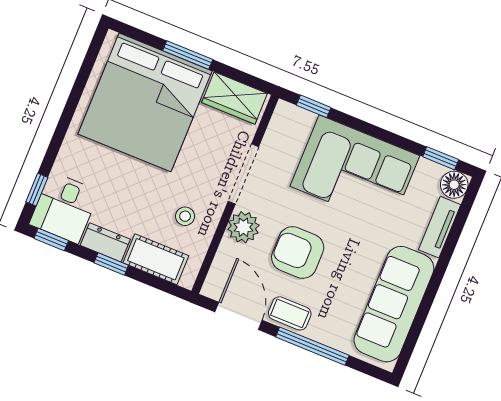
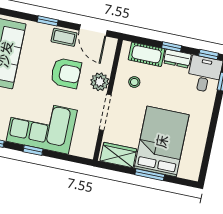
bed: (145, 102) -> (162, 141), width x0.73
window: (314, 106) -> (33, 150), moved
window: (312, 346) -> (48, 21), width x0.46

